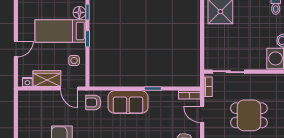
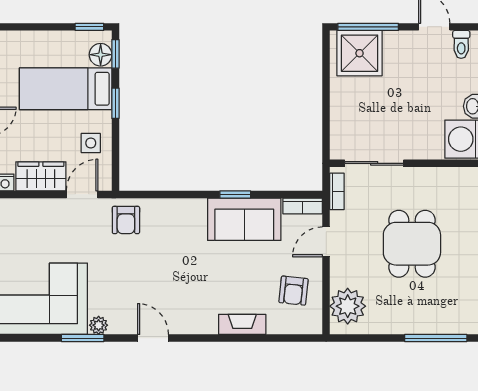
door: (69, 89) -> (82, 194), swing flipped
armchair: (93, 102) -> (126, 220), turned -90
sofa: (128, 102) -> (244, 219), moved
door: (202, 114) -> (326, 242), hinge flipped
dining table: (249, 115) -> (412, 244), turned 90

